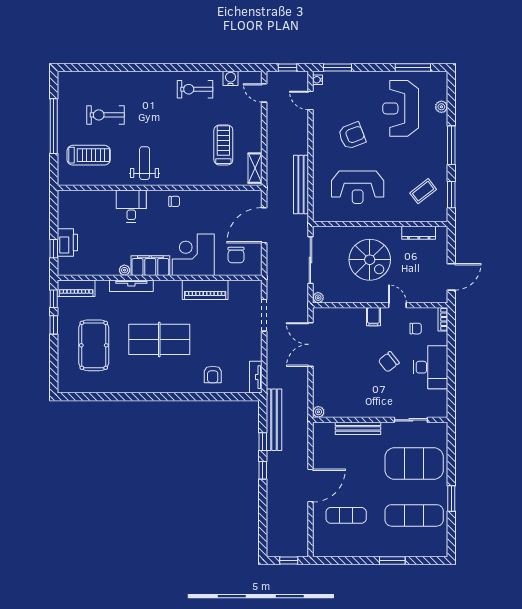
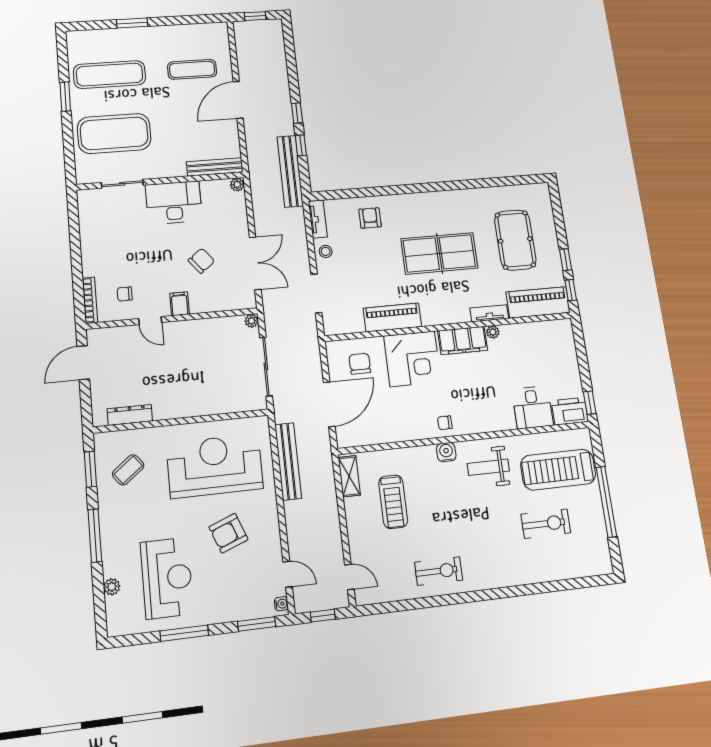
window: (413, 67) -> (184, 633), moved
water cooler: (231, 78) -> (446, 452), moved, turned 180
treadmill: (89, 155) -> (558, 470), width x1.37, depth x1.38
weight bench: (145, 163) -> (488, 467), turned 90
reception desk: (358, 187) -> (215, 466), width x1.36, depth x1.30
desk: (131, 206) -> (533, 407), moved
printer: (67, 243) -> (570, 411), moved, turned 90
window: (54, 249) -> (590, 403), moved
spiral stairs: (370, 260) -> (191, 374), removed
tv unit: (131, 286) -> (489, 313), width x0.71
piano: (76, 288) -> (538, 302), width x1.37, depth x1.33
bookcase: (443, 319) -> (90, 300), width x1.56
stool: (253, 349) -> (326, 251), added
chair: (389, 362) -> (201, 261), moved
desk: (431, 367) -> (174, 203), moved, turned 90
bench: (358, 428) -> (215, 167), moved

